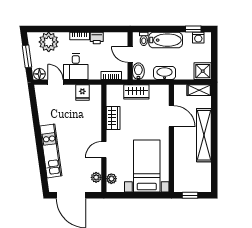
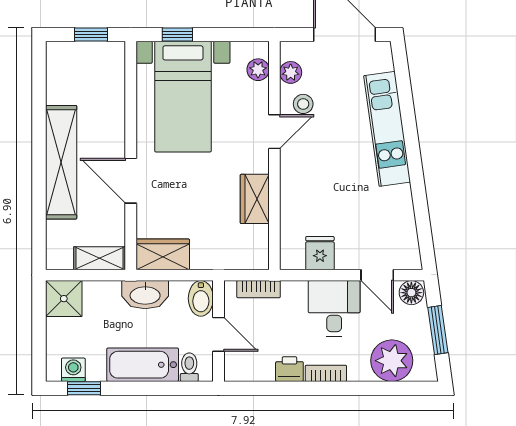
shelving: (199, 90) -> (100, 258), moved
wardrobe: (136, 92) -> (163, 254), moved
door: (171, 116) -> (131, 181), moved
stool: (90, 163) -> (303, 104), added
window: (149, 195) -> (177, 35), added

